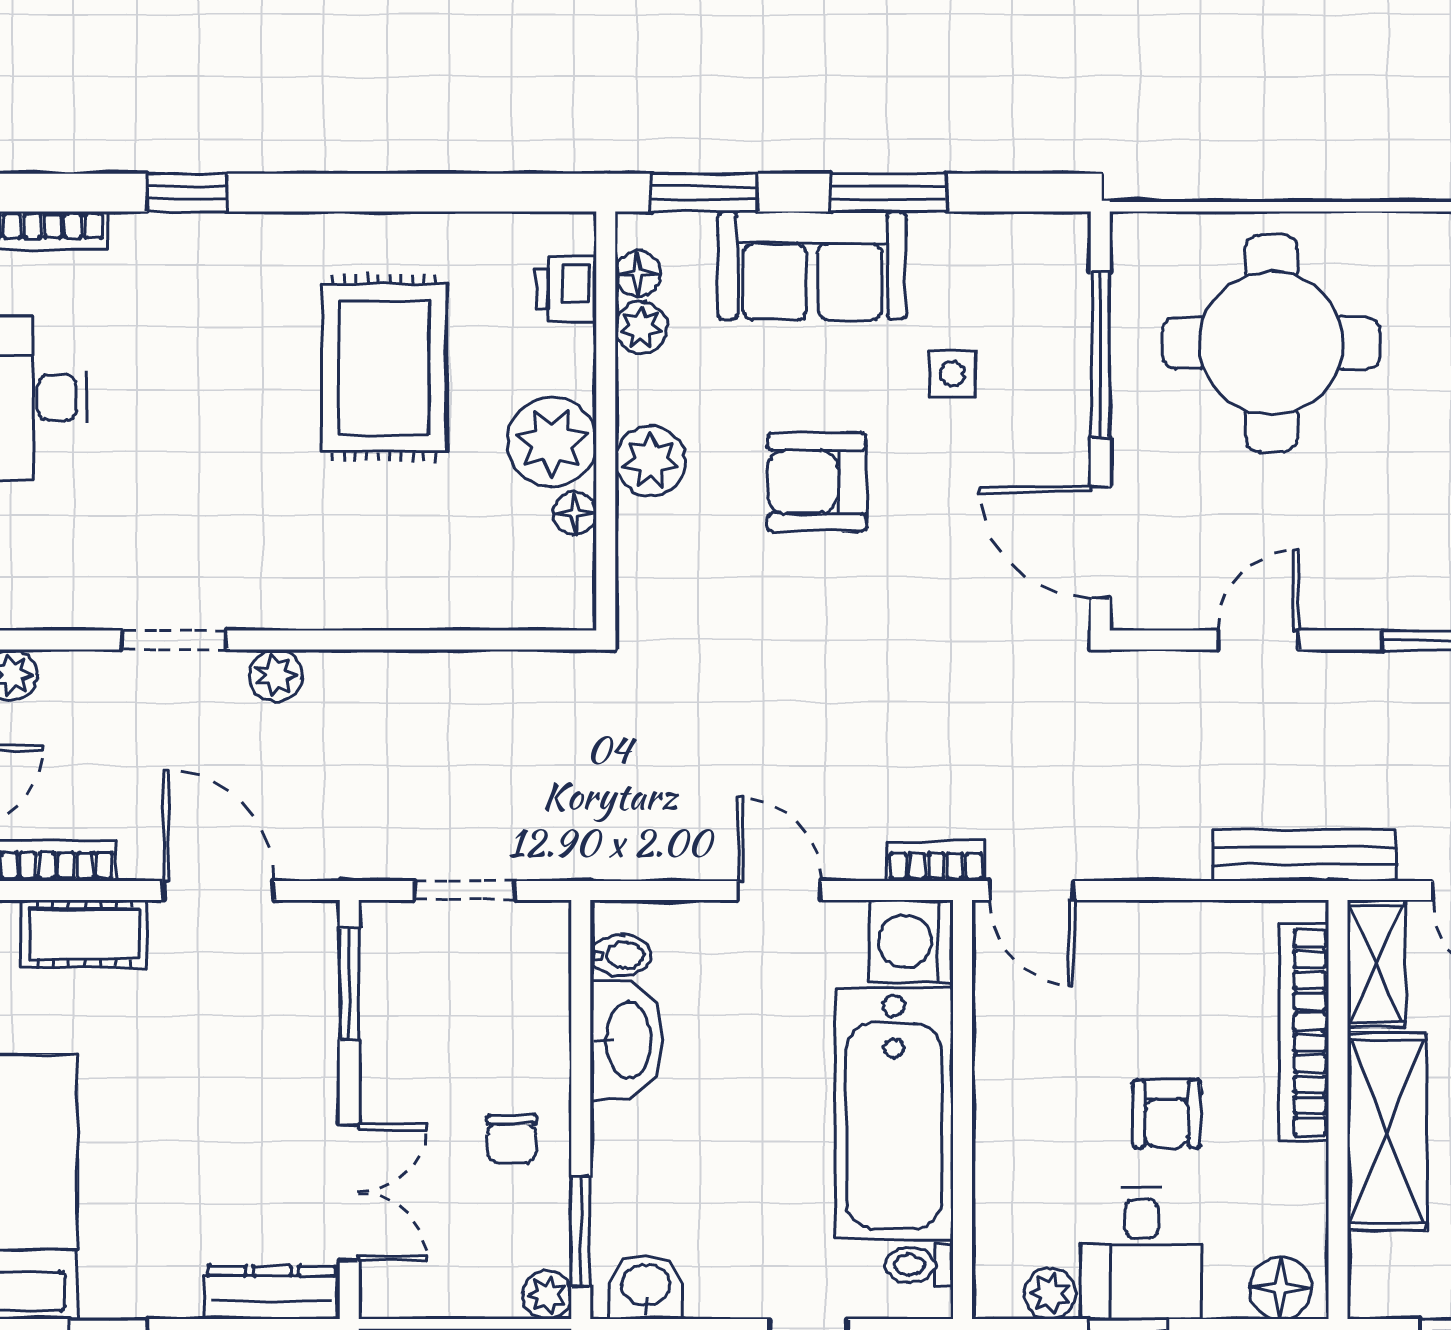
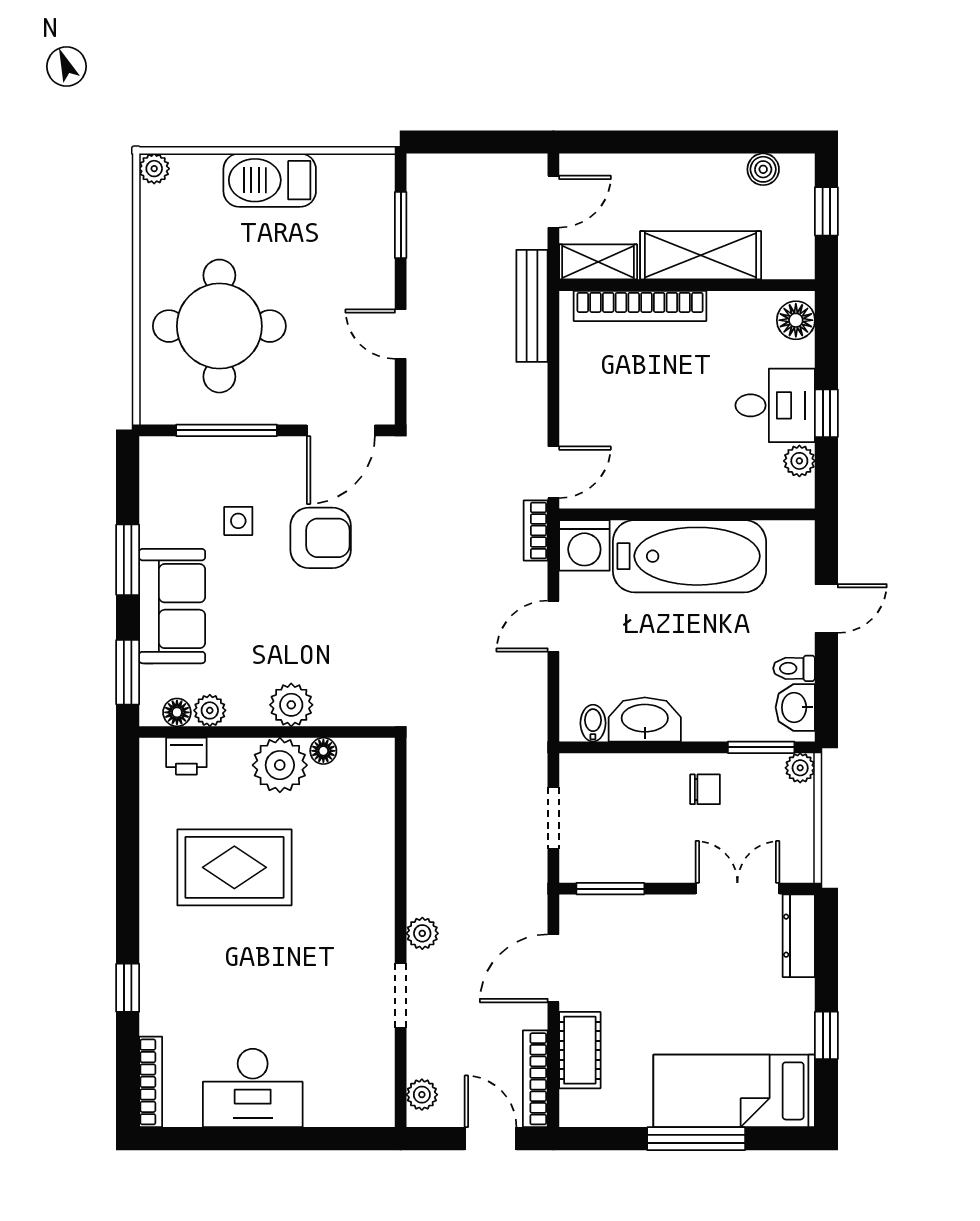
armchair: (817, 482) -> (321, 538), moved, turned -90
armchair: (1167, 1114) -> (690, 390), removed
toilet: (919, 1265) -> (794, 668), moved, turned 90

